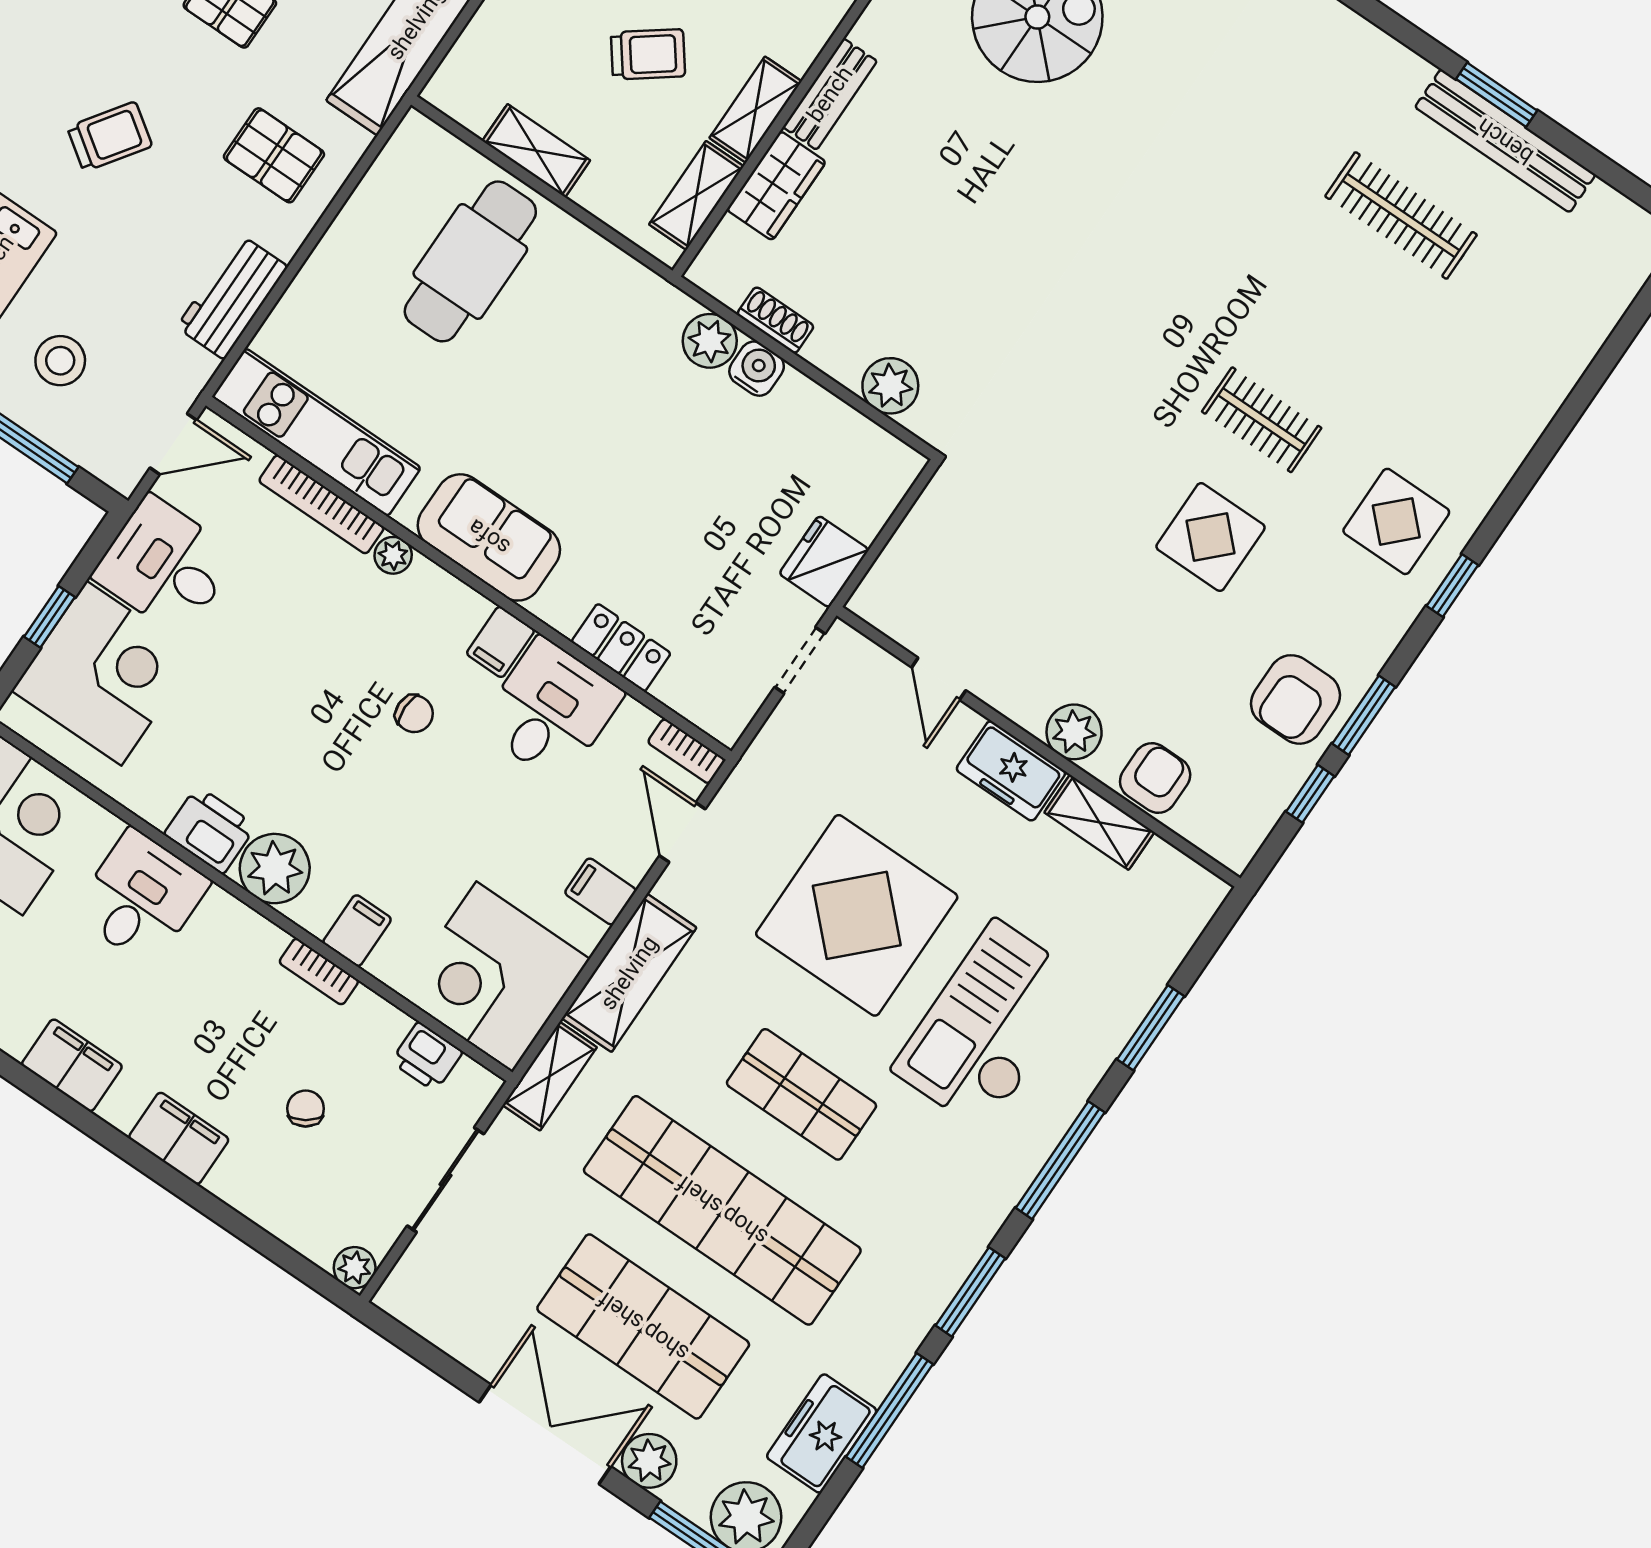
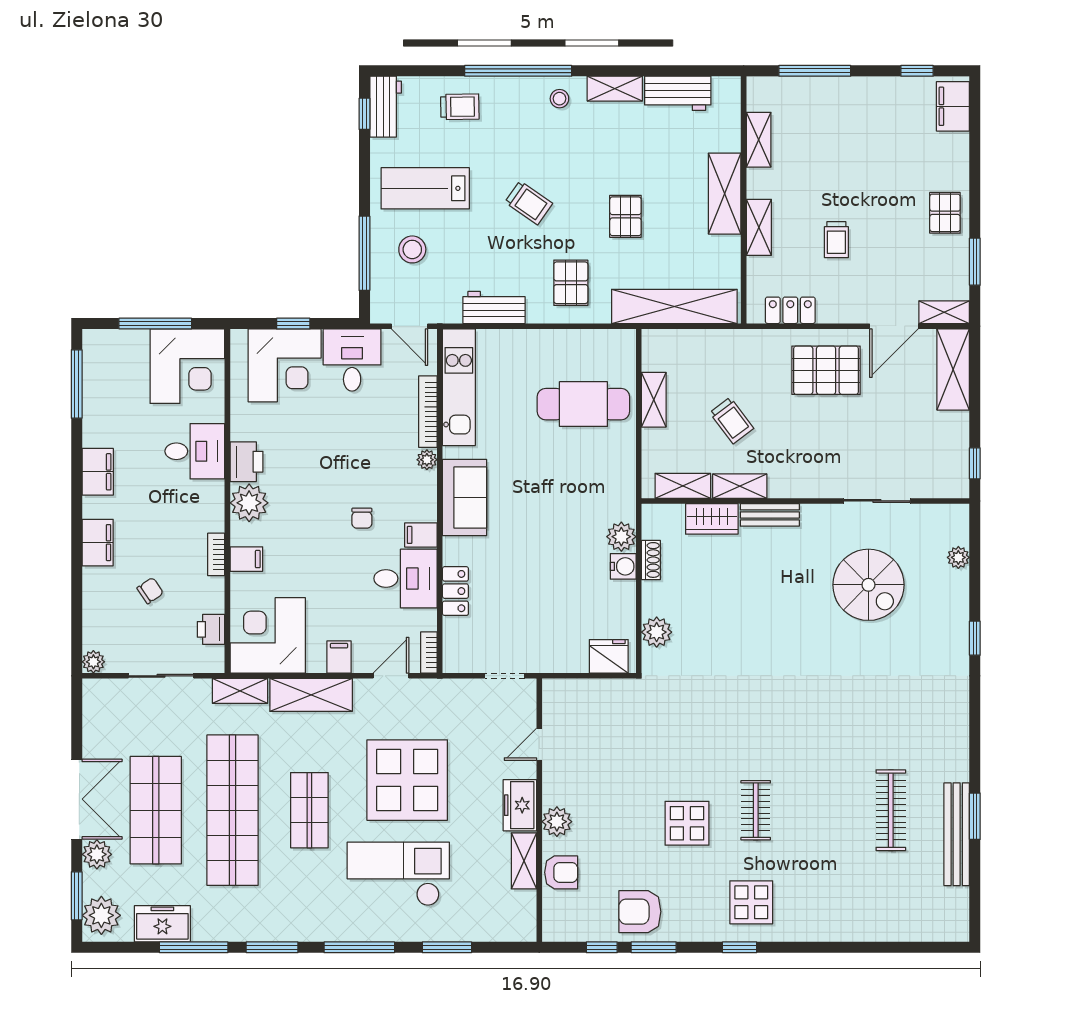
fridge: (824, 562) -> (609, 656), moved

